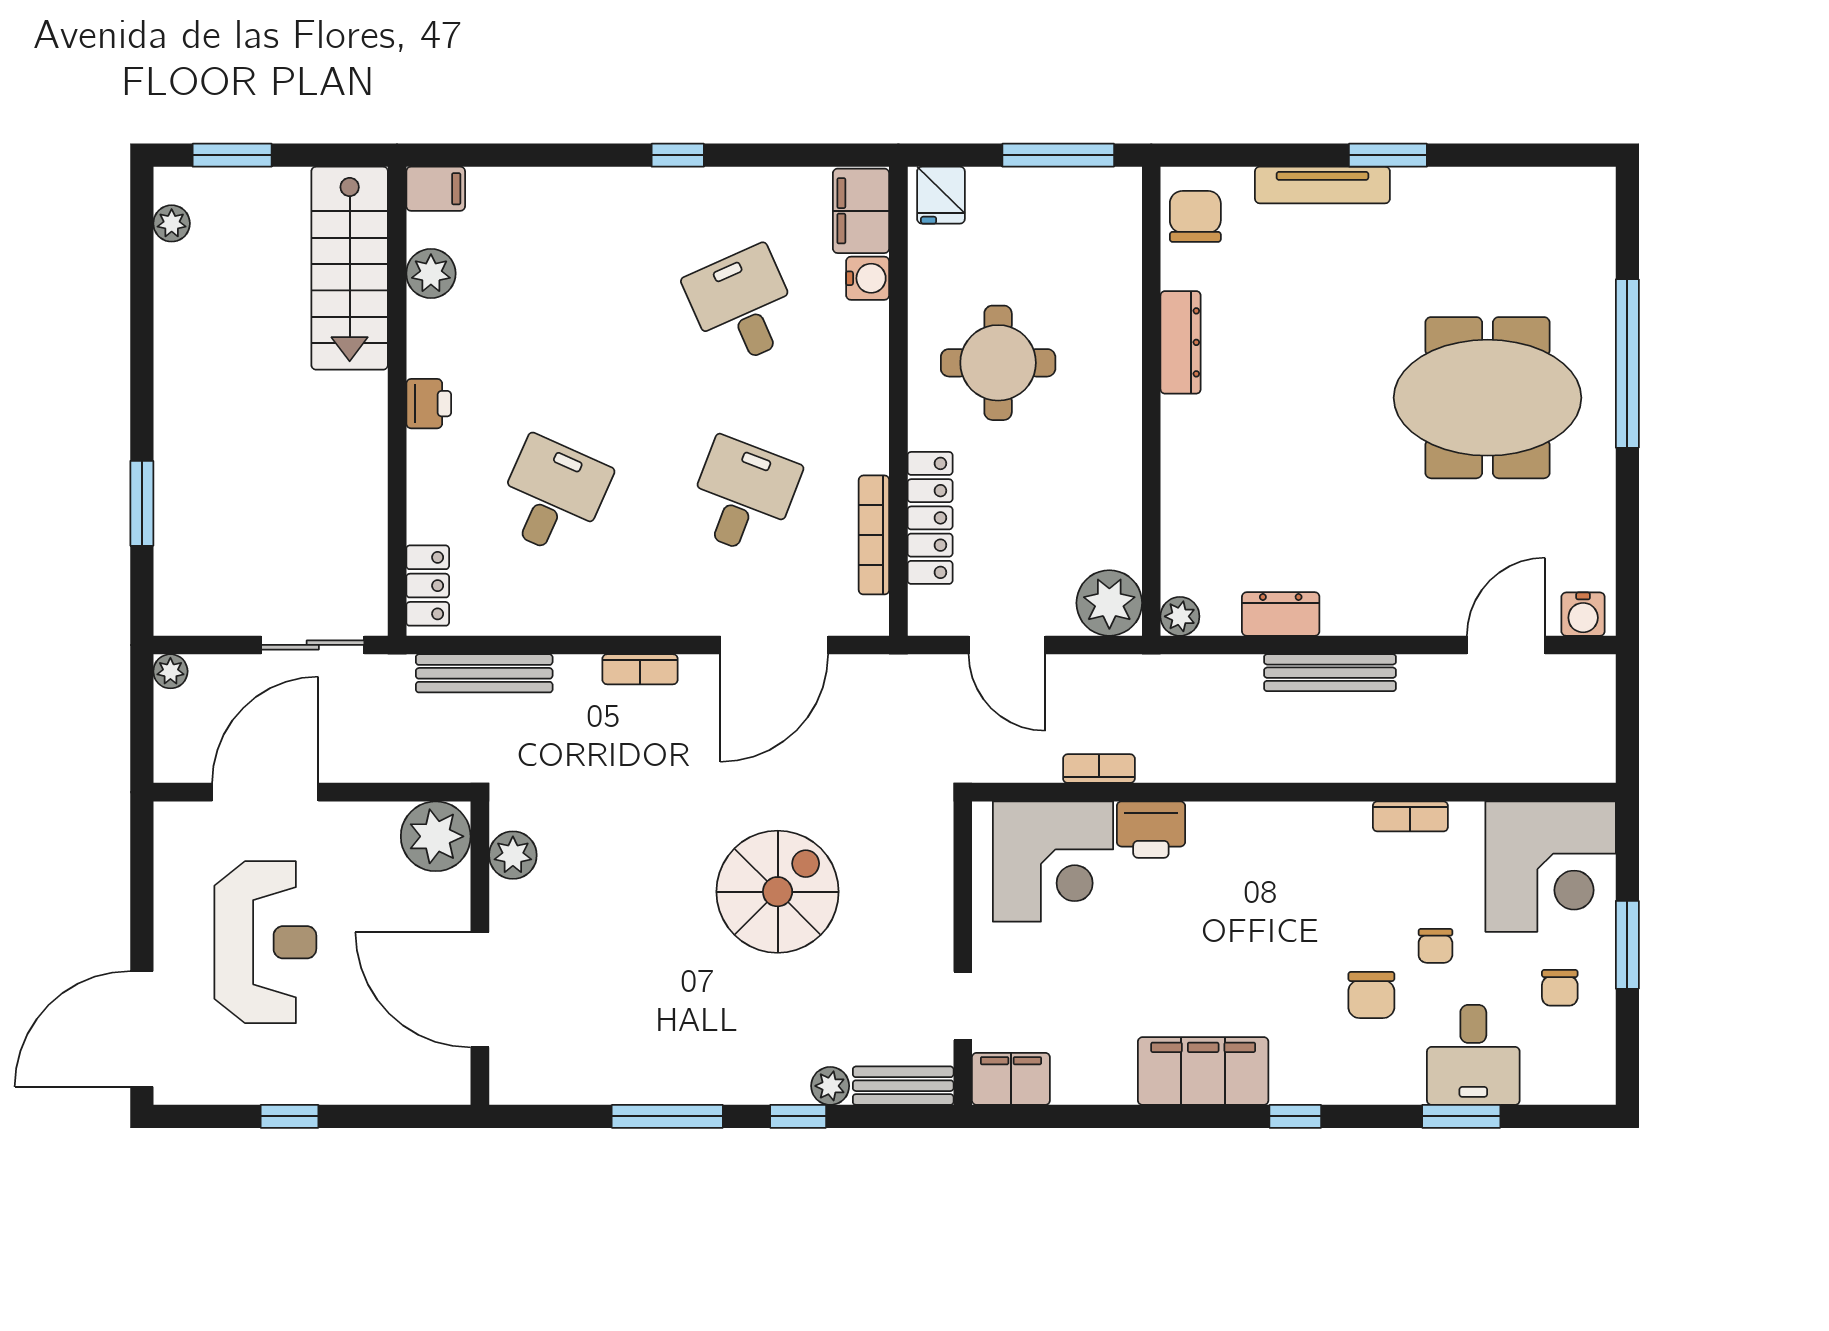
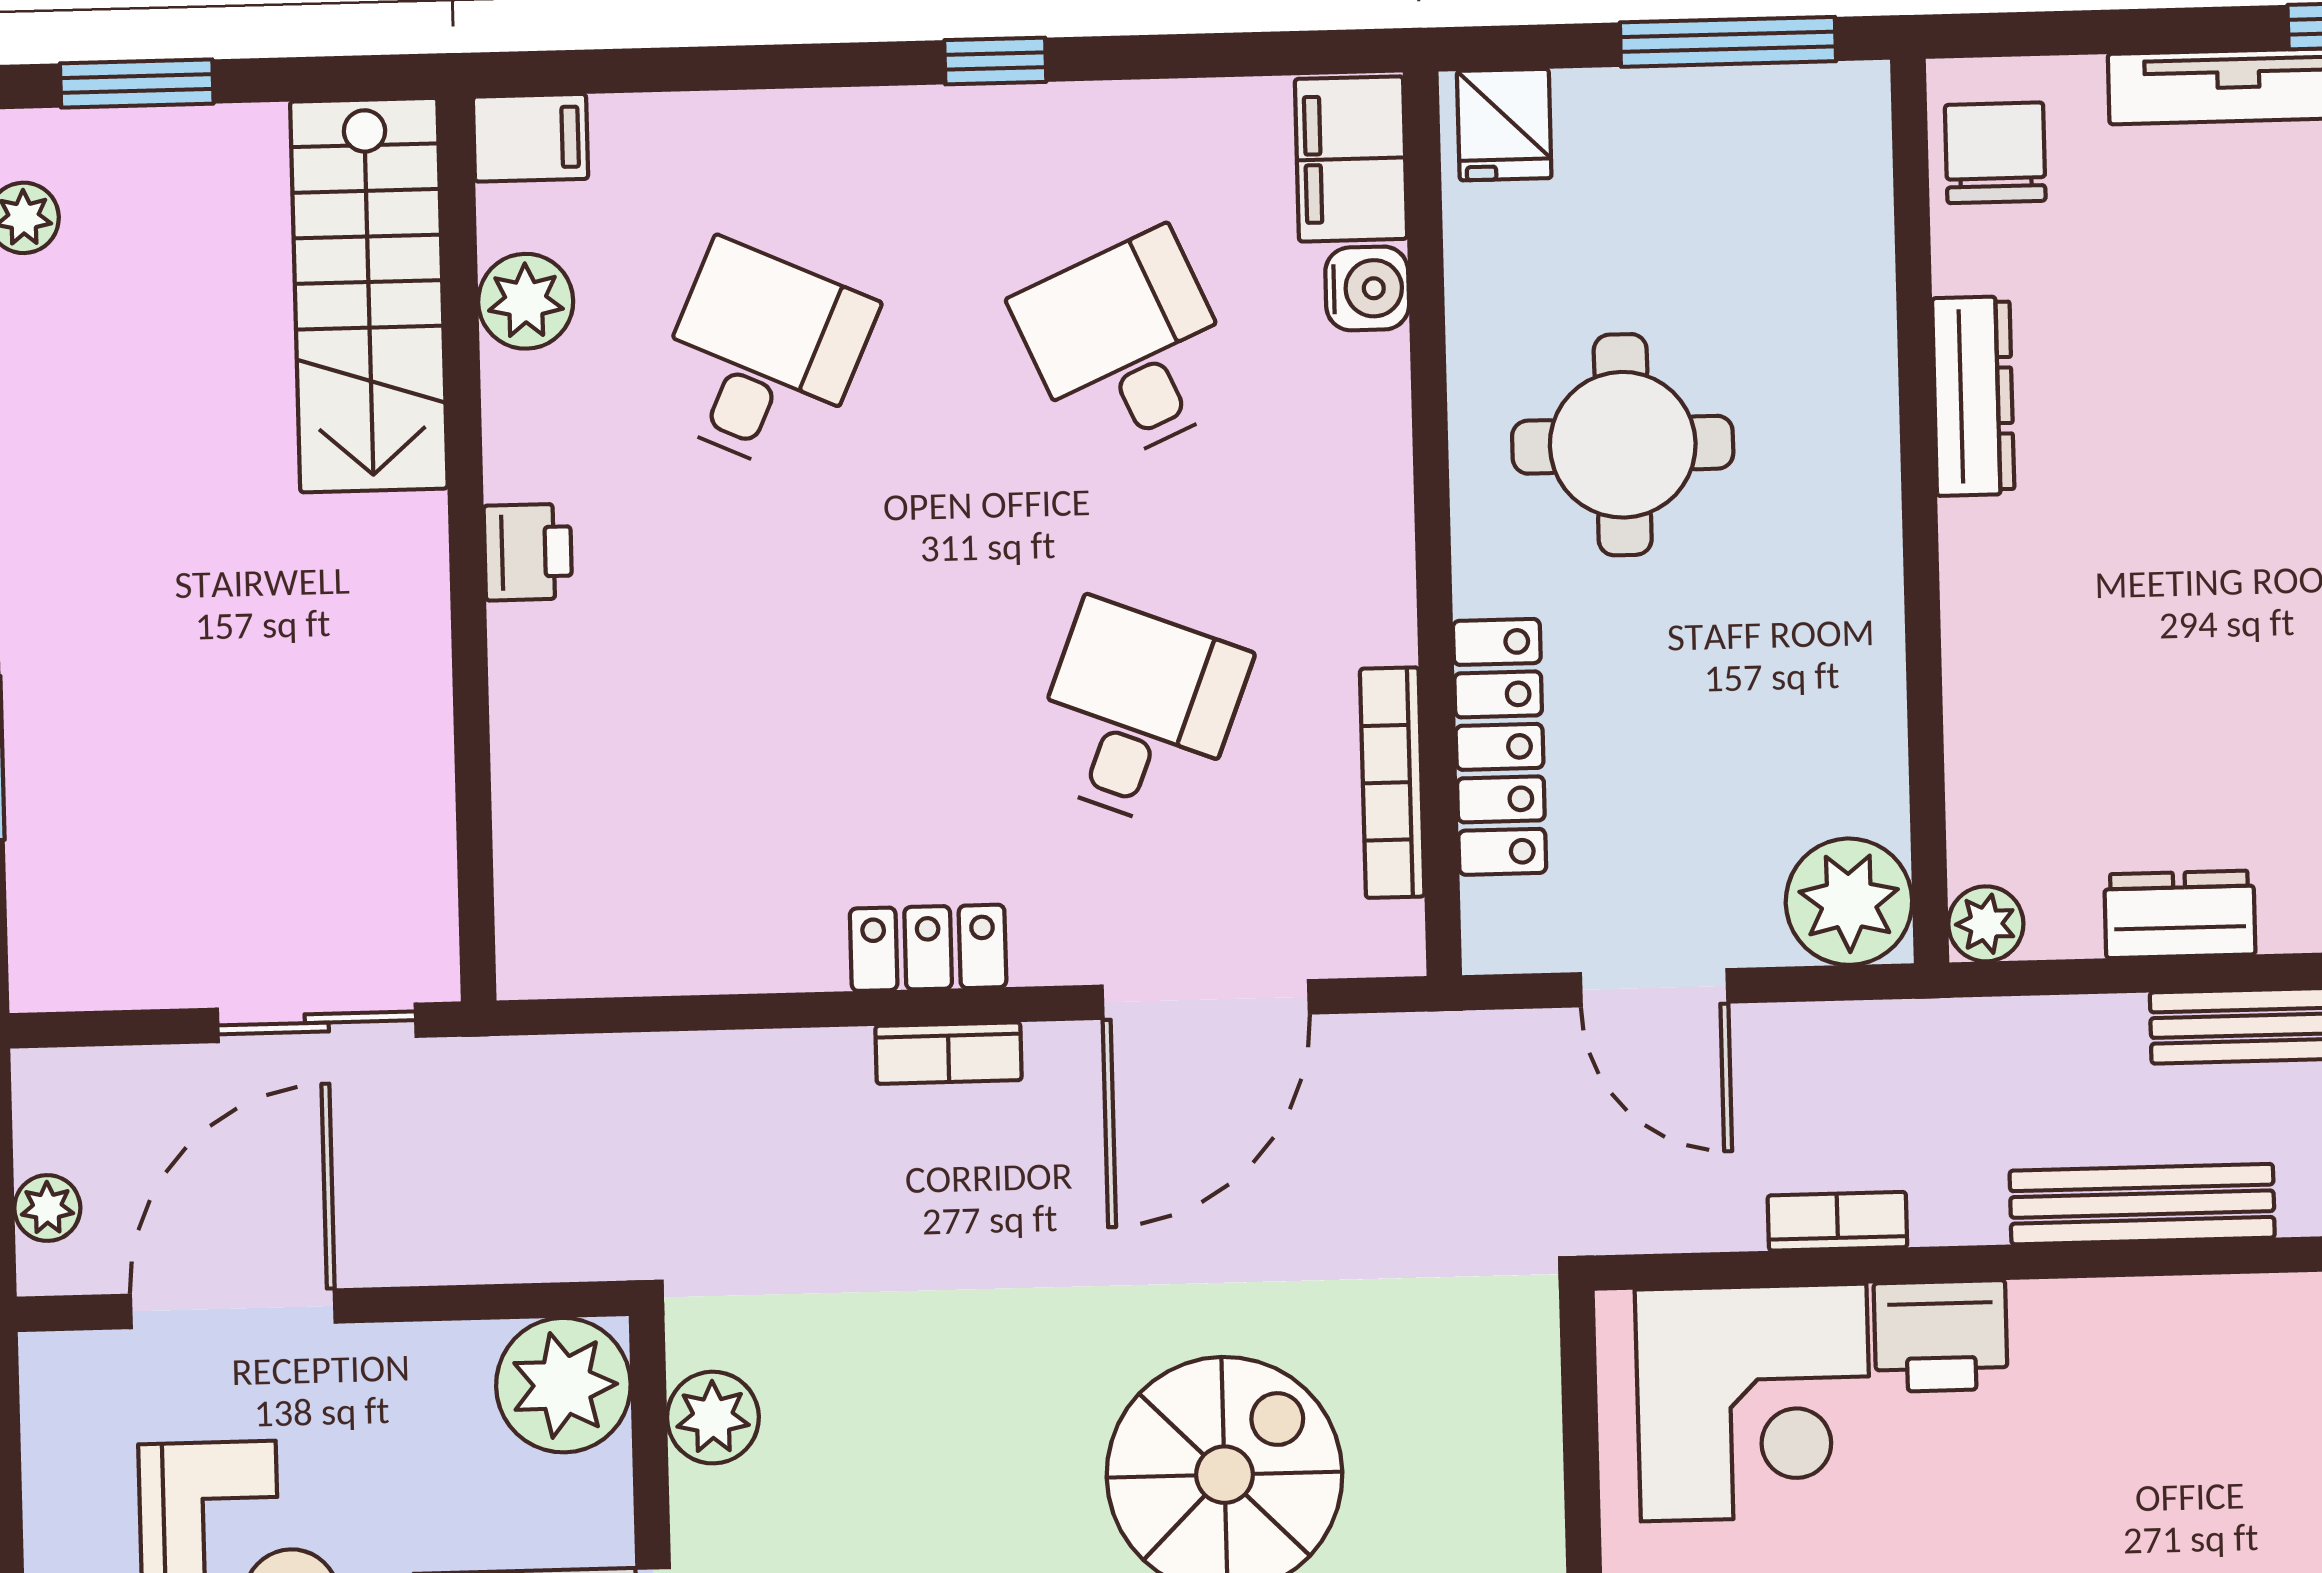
desk: (553, 496) -> (762, 358), moved
locker: (428, 586) -> (928, 948), moved, turned -90
plant: (170, 671) -> (47, 1208), moved
bench: (484, 673) -> (2142, 1204), moved

